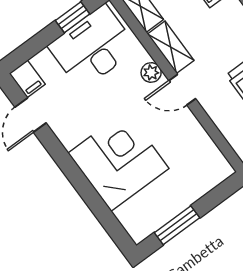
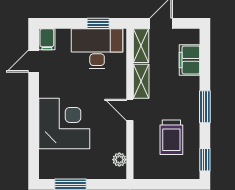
plant: (151, 72) -> (119, 160), moved

